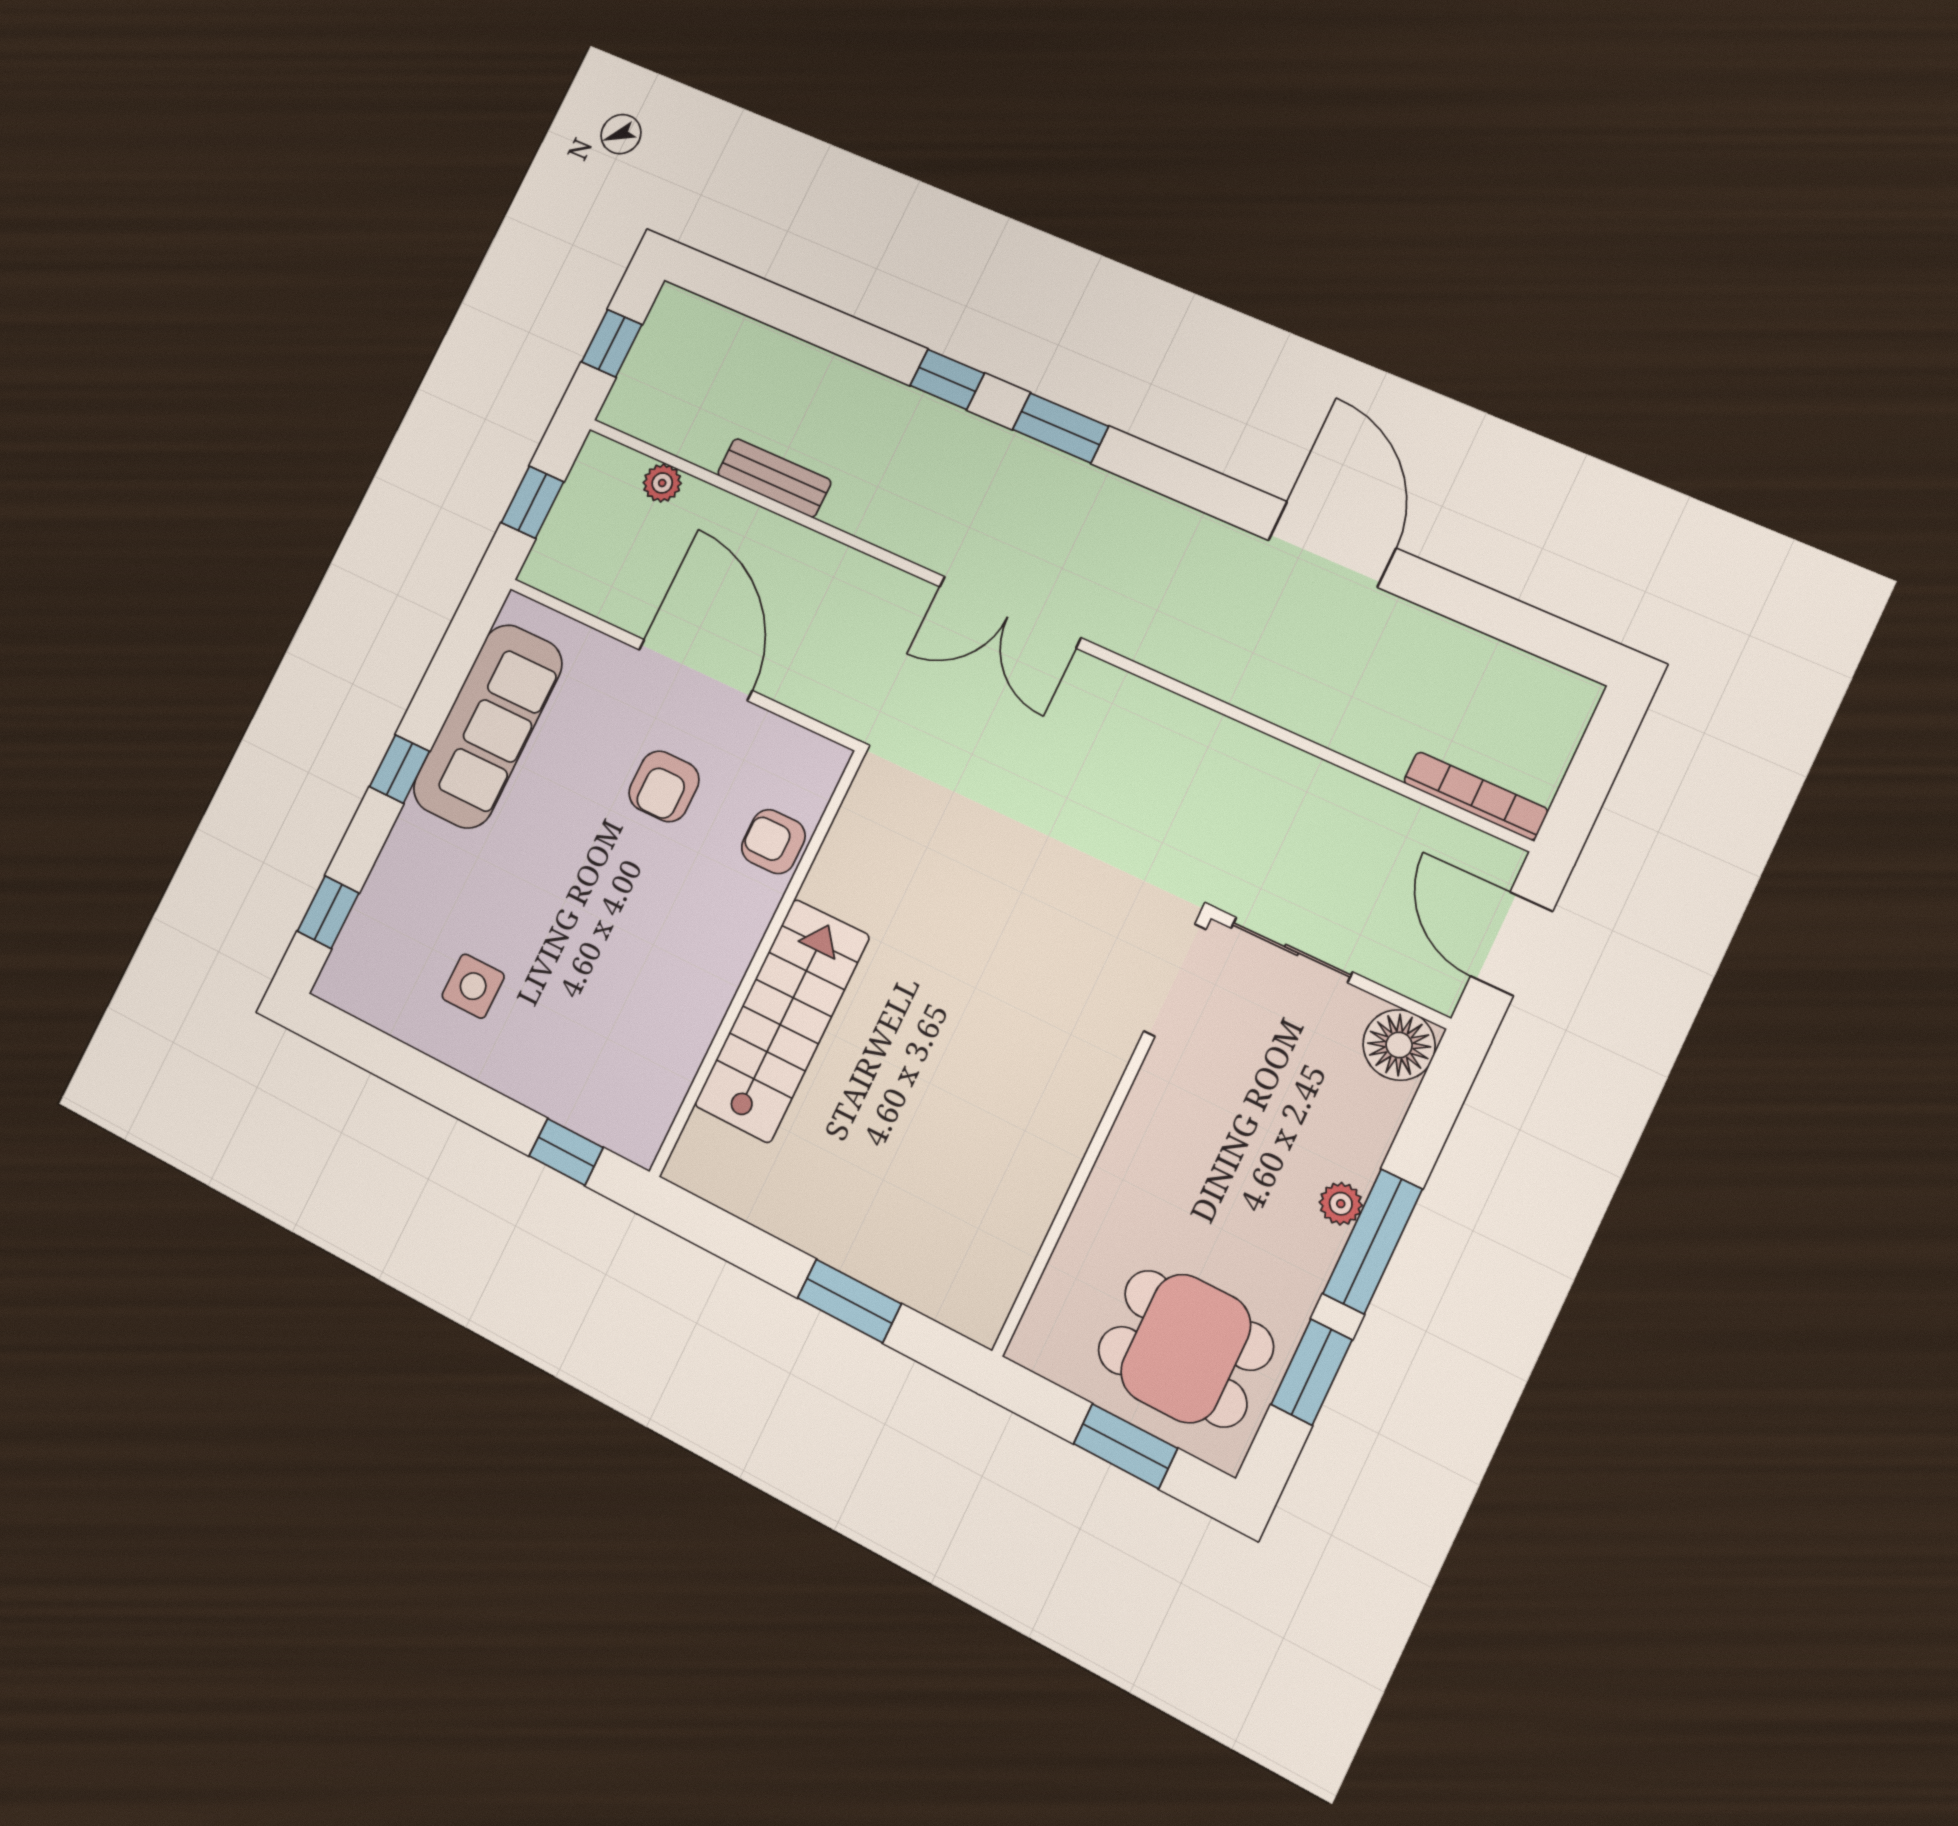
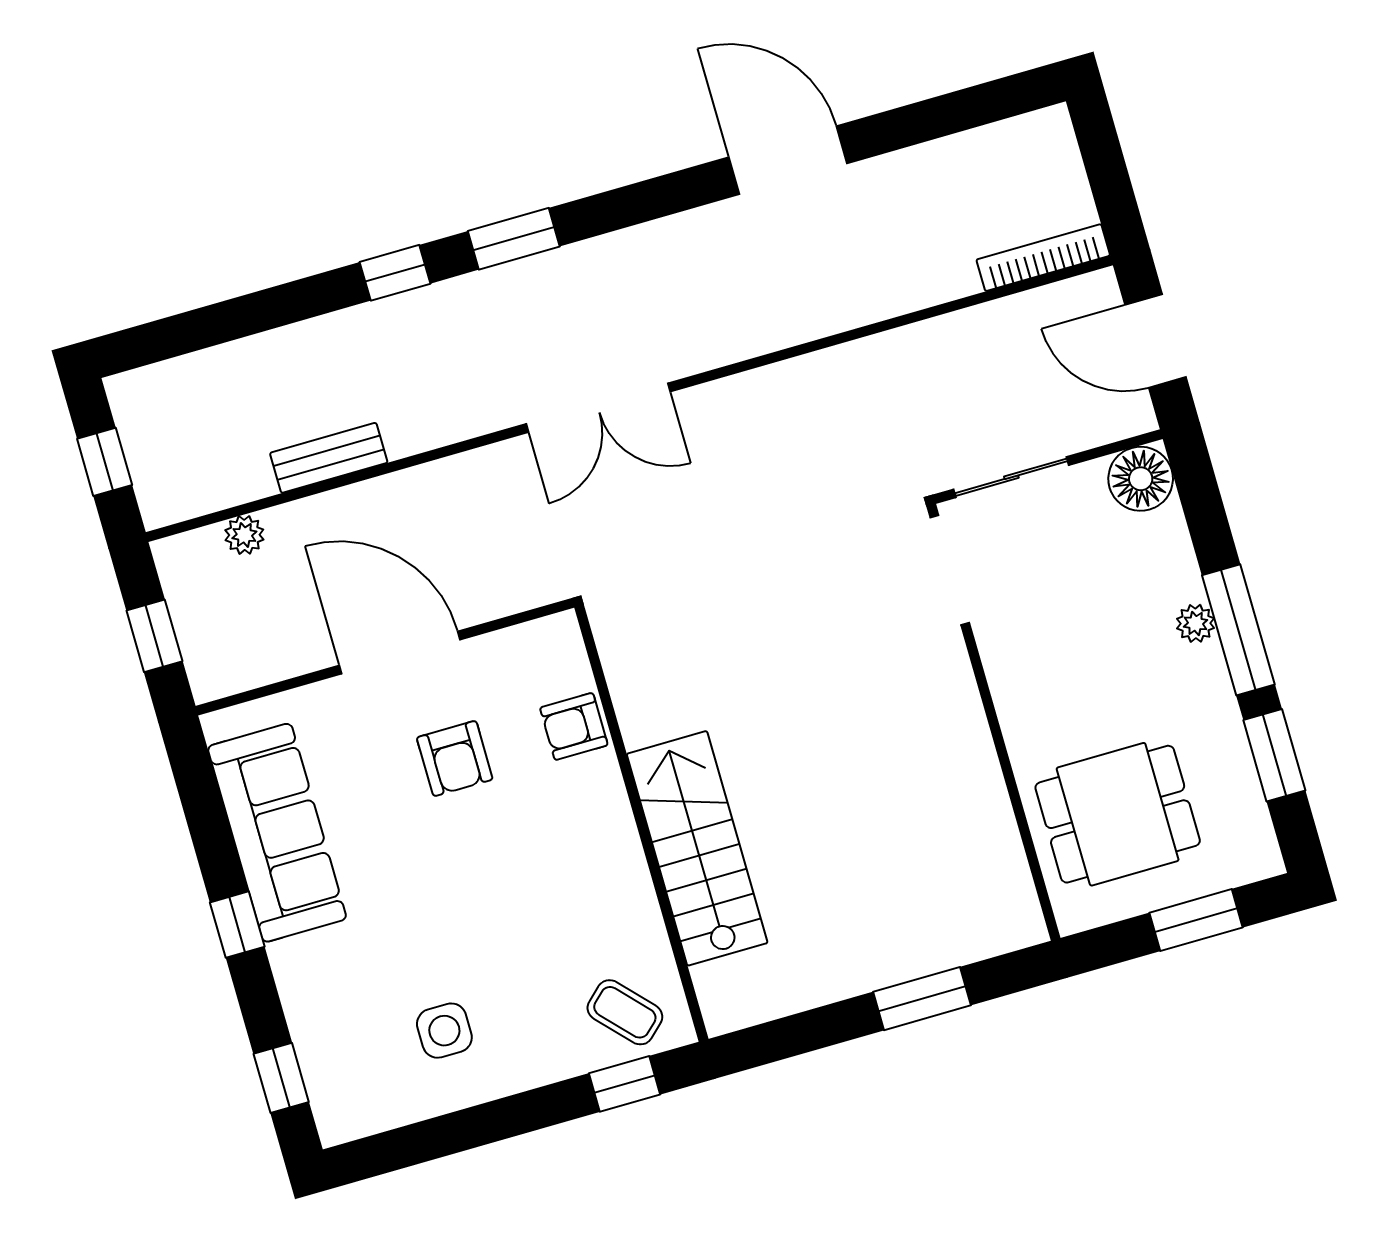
coffee table: (616, 1097) -> (625, 1012), added
dining table: (1186, 1348) -> (1118, 814), moved

